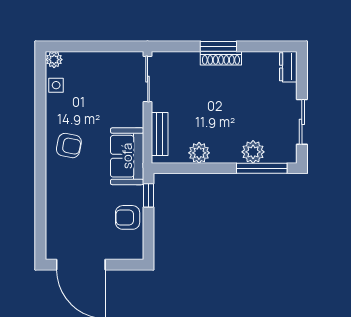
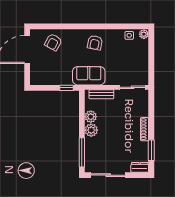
window: (218, 46) -> (151, 150), moved
sliding door: (302, 122) -> (108, 175), width x1.37
plant: (253, 152) -> (91, 130), moved
armchair: (128, 217) -> (53, 42), moved, turned -151

